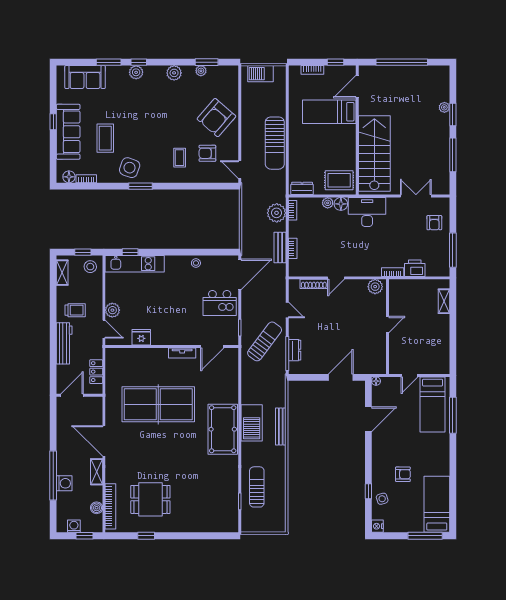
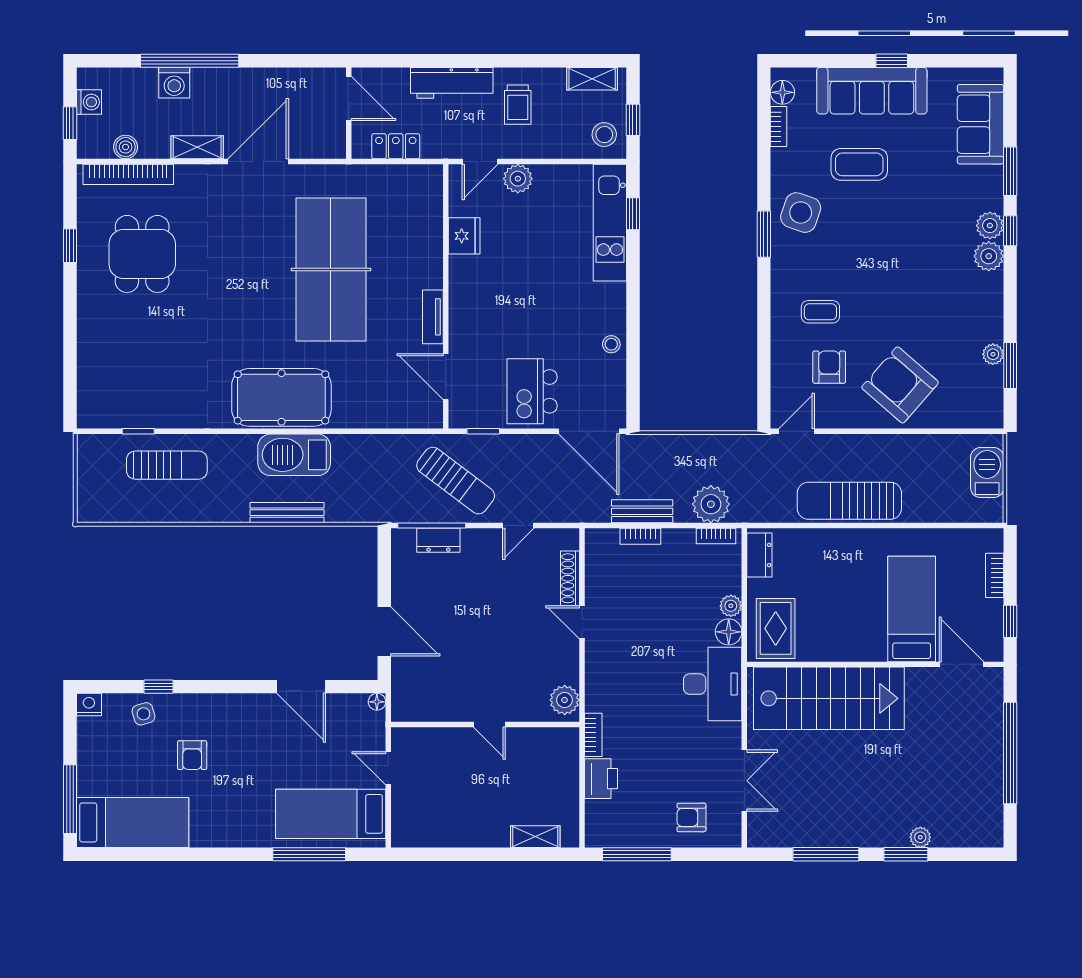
plant: (174, 73) -> (989, 256), moved

